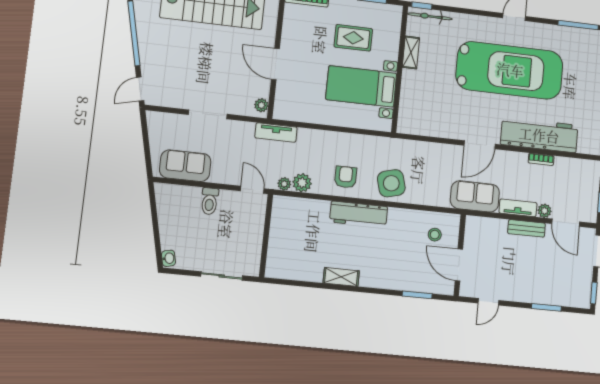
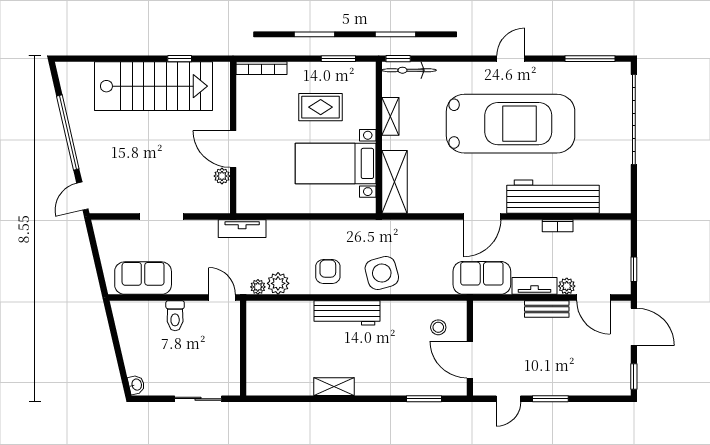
plant: (261, 105) -> (222, 176), moved
shelving: (409, 108) -> (394, 182), added
window: (546, 307) -> (550, 399), moved

